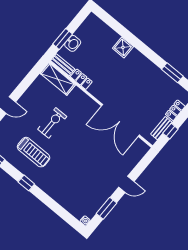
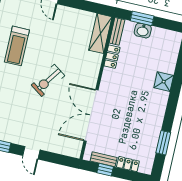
exercise bike: (52, 123) -> (48, 80), moved, turned 125

